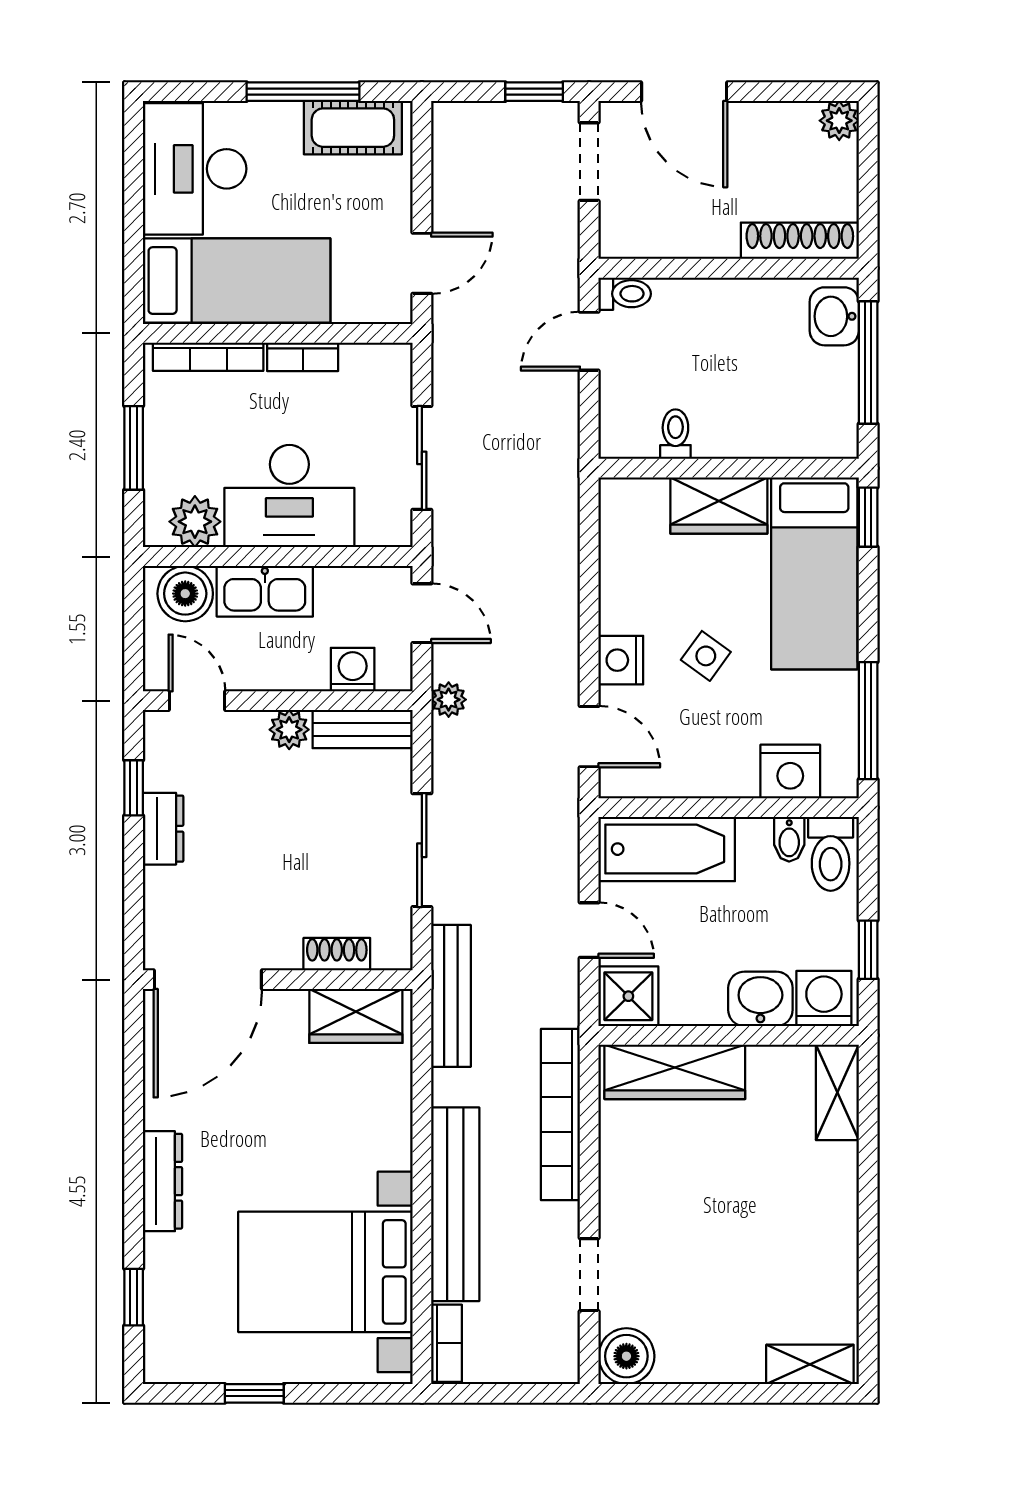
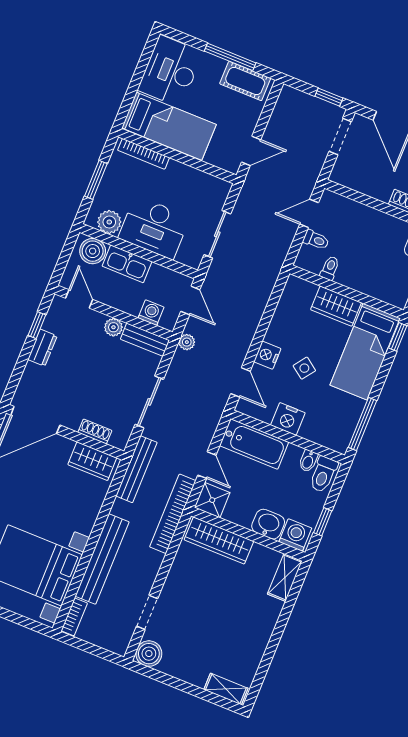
toilet: (625, 294) -> (316, 240), moved
bookcase: (303, 357) -> (184, 170), removed
nightstand: (790, 772) -> (288, 419), moved
bookcase: (560, 1115) -> (173, 514), moved

